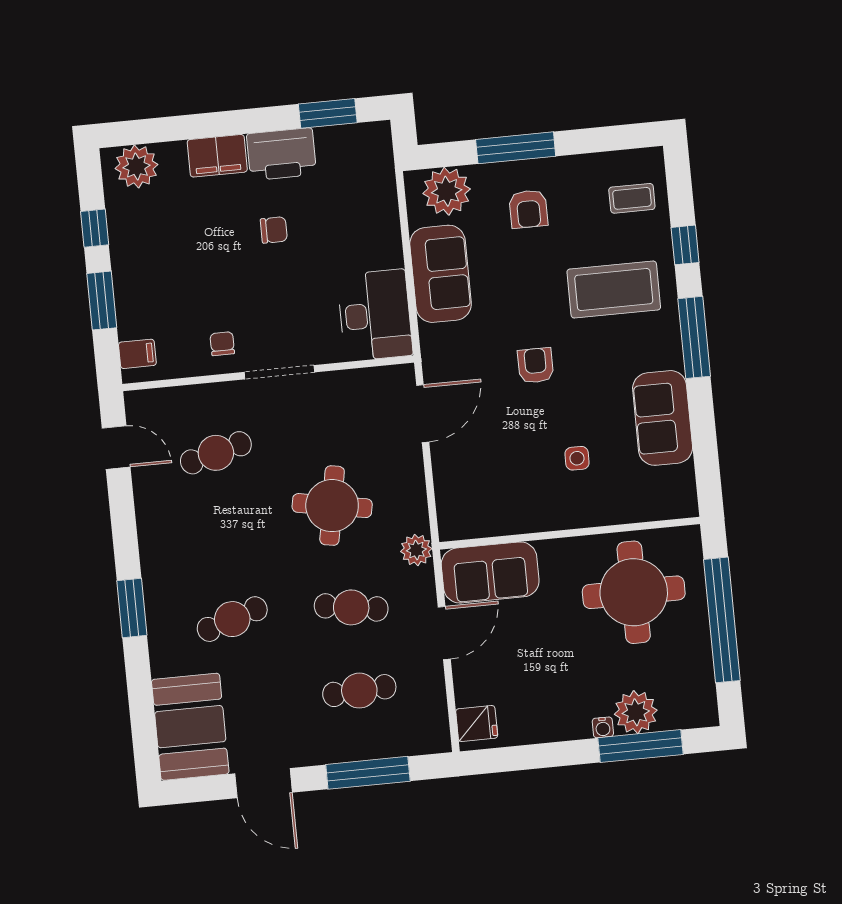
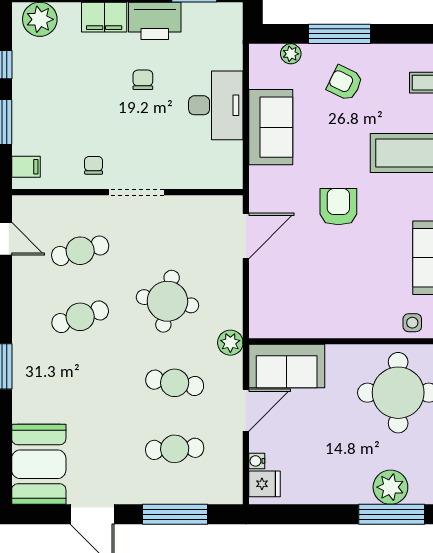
plant: (447, 191) -> (291, 54), width x0.53, depth x0.53
armchair: (528, 209) -> (345, 83), turned 116
chair: (274, 230) -> (143, 80), turned -90
desk: (375, 315) -> (216, 105), moved
armchair: (536, 366) -> (338, 207), width x1.38, depth x1.38
side table: (577, 458) -> (412, 323), moved
cafe table: (232, 619) -> (80, 317), moved
water cooler: (603, 727) -> (257, 461), moved, turned 90

